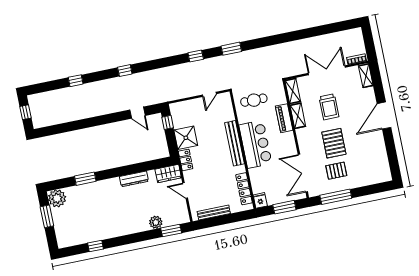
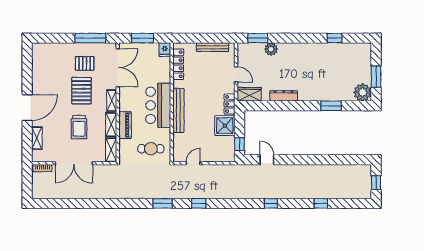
shelving: (366, 76) -> (37, 138), moved
trolley: (329, 107) -> (79, 127), turned 180
shelving: (302, 140) -> (112, 101), added

